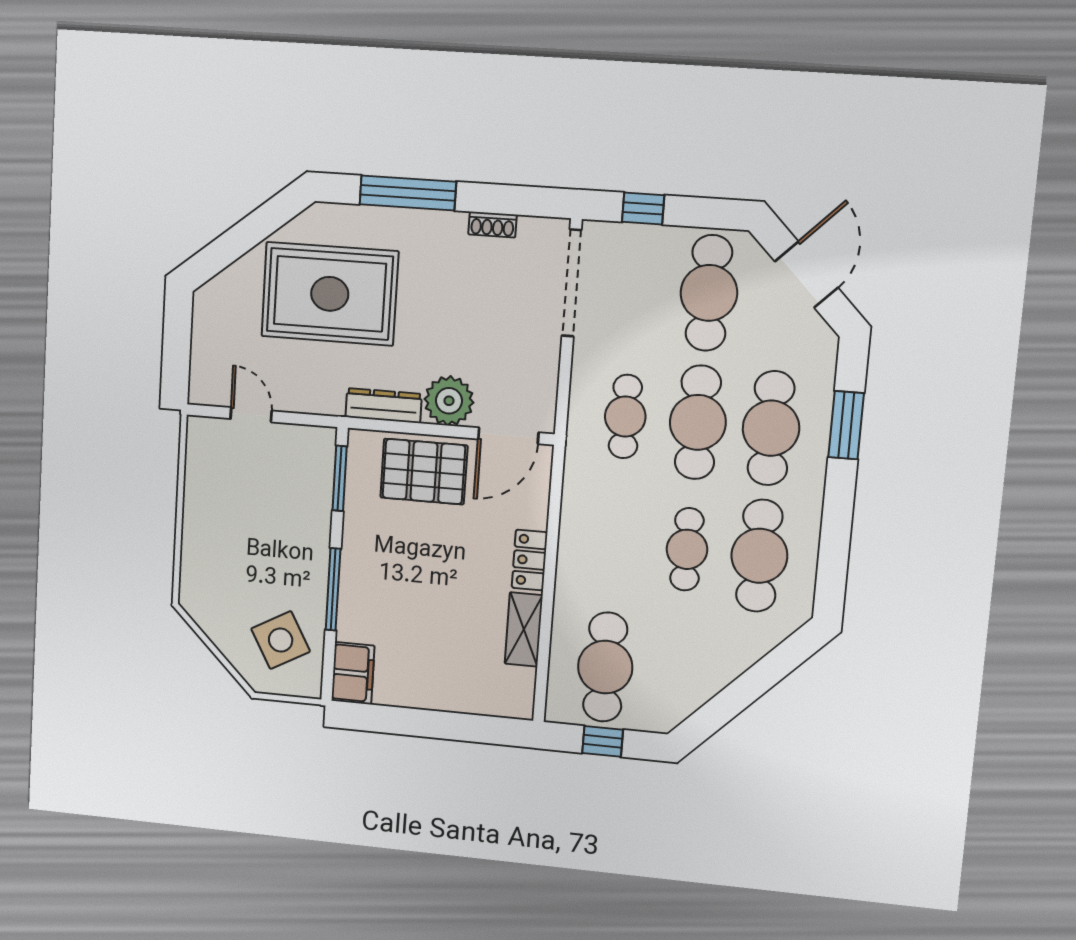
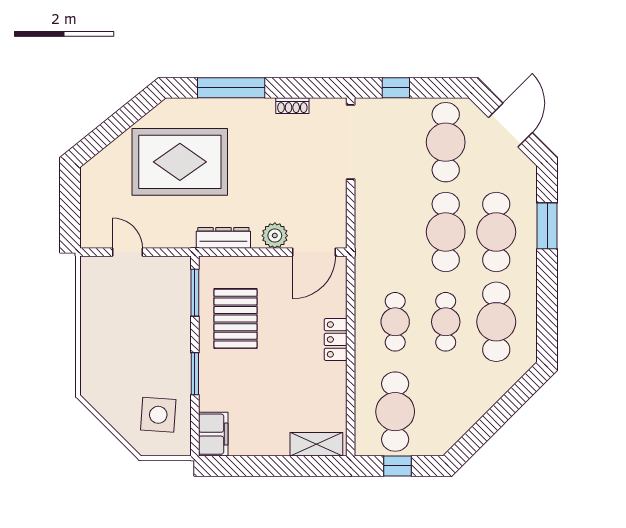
plant: (449, 401) -> (275, 236), width x0.73, depth x0.73
cafe table: (625, 417) -> (395, 322), moved
pallet: (424, 472) -> (236, 319), moved, turned 90
window: (333, 589) -> (195, 374), width x0.69
shelving: (524, 629) -> (316, 444), moved, turned 90
side table: (281, 640) -> (158, 415), turned 33

